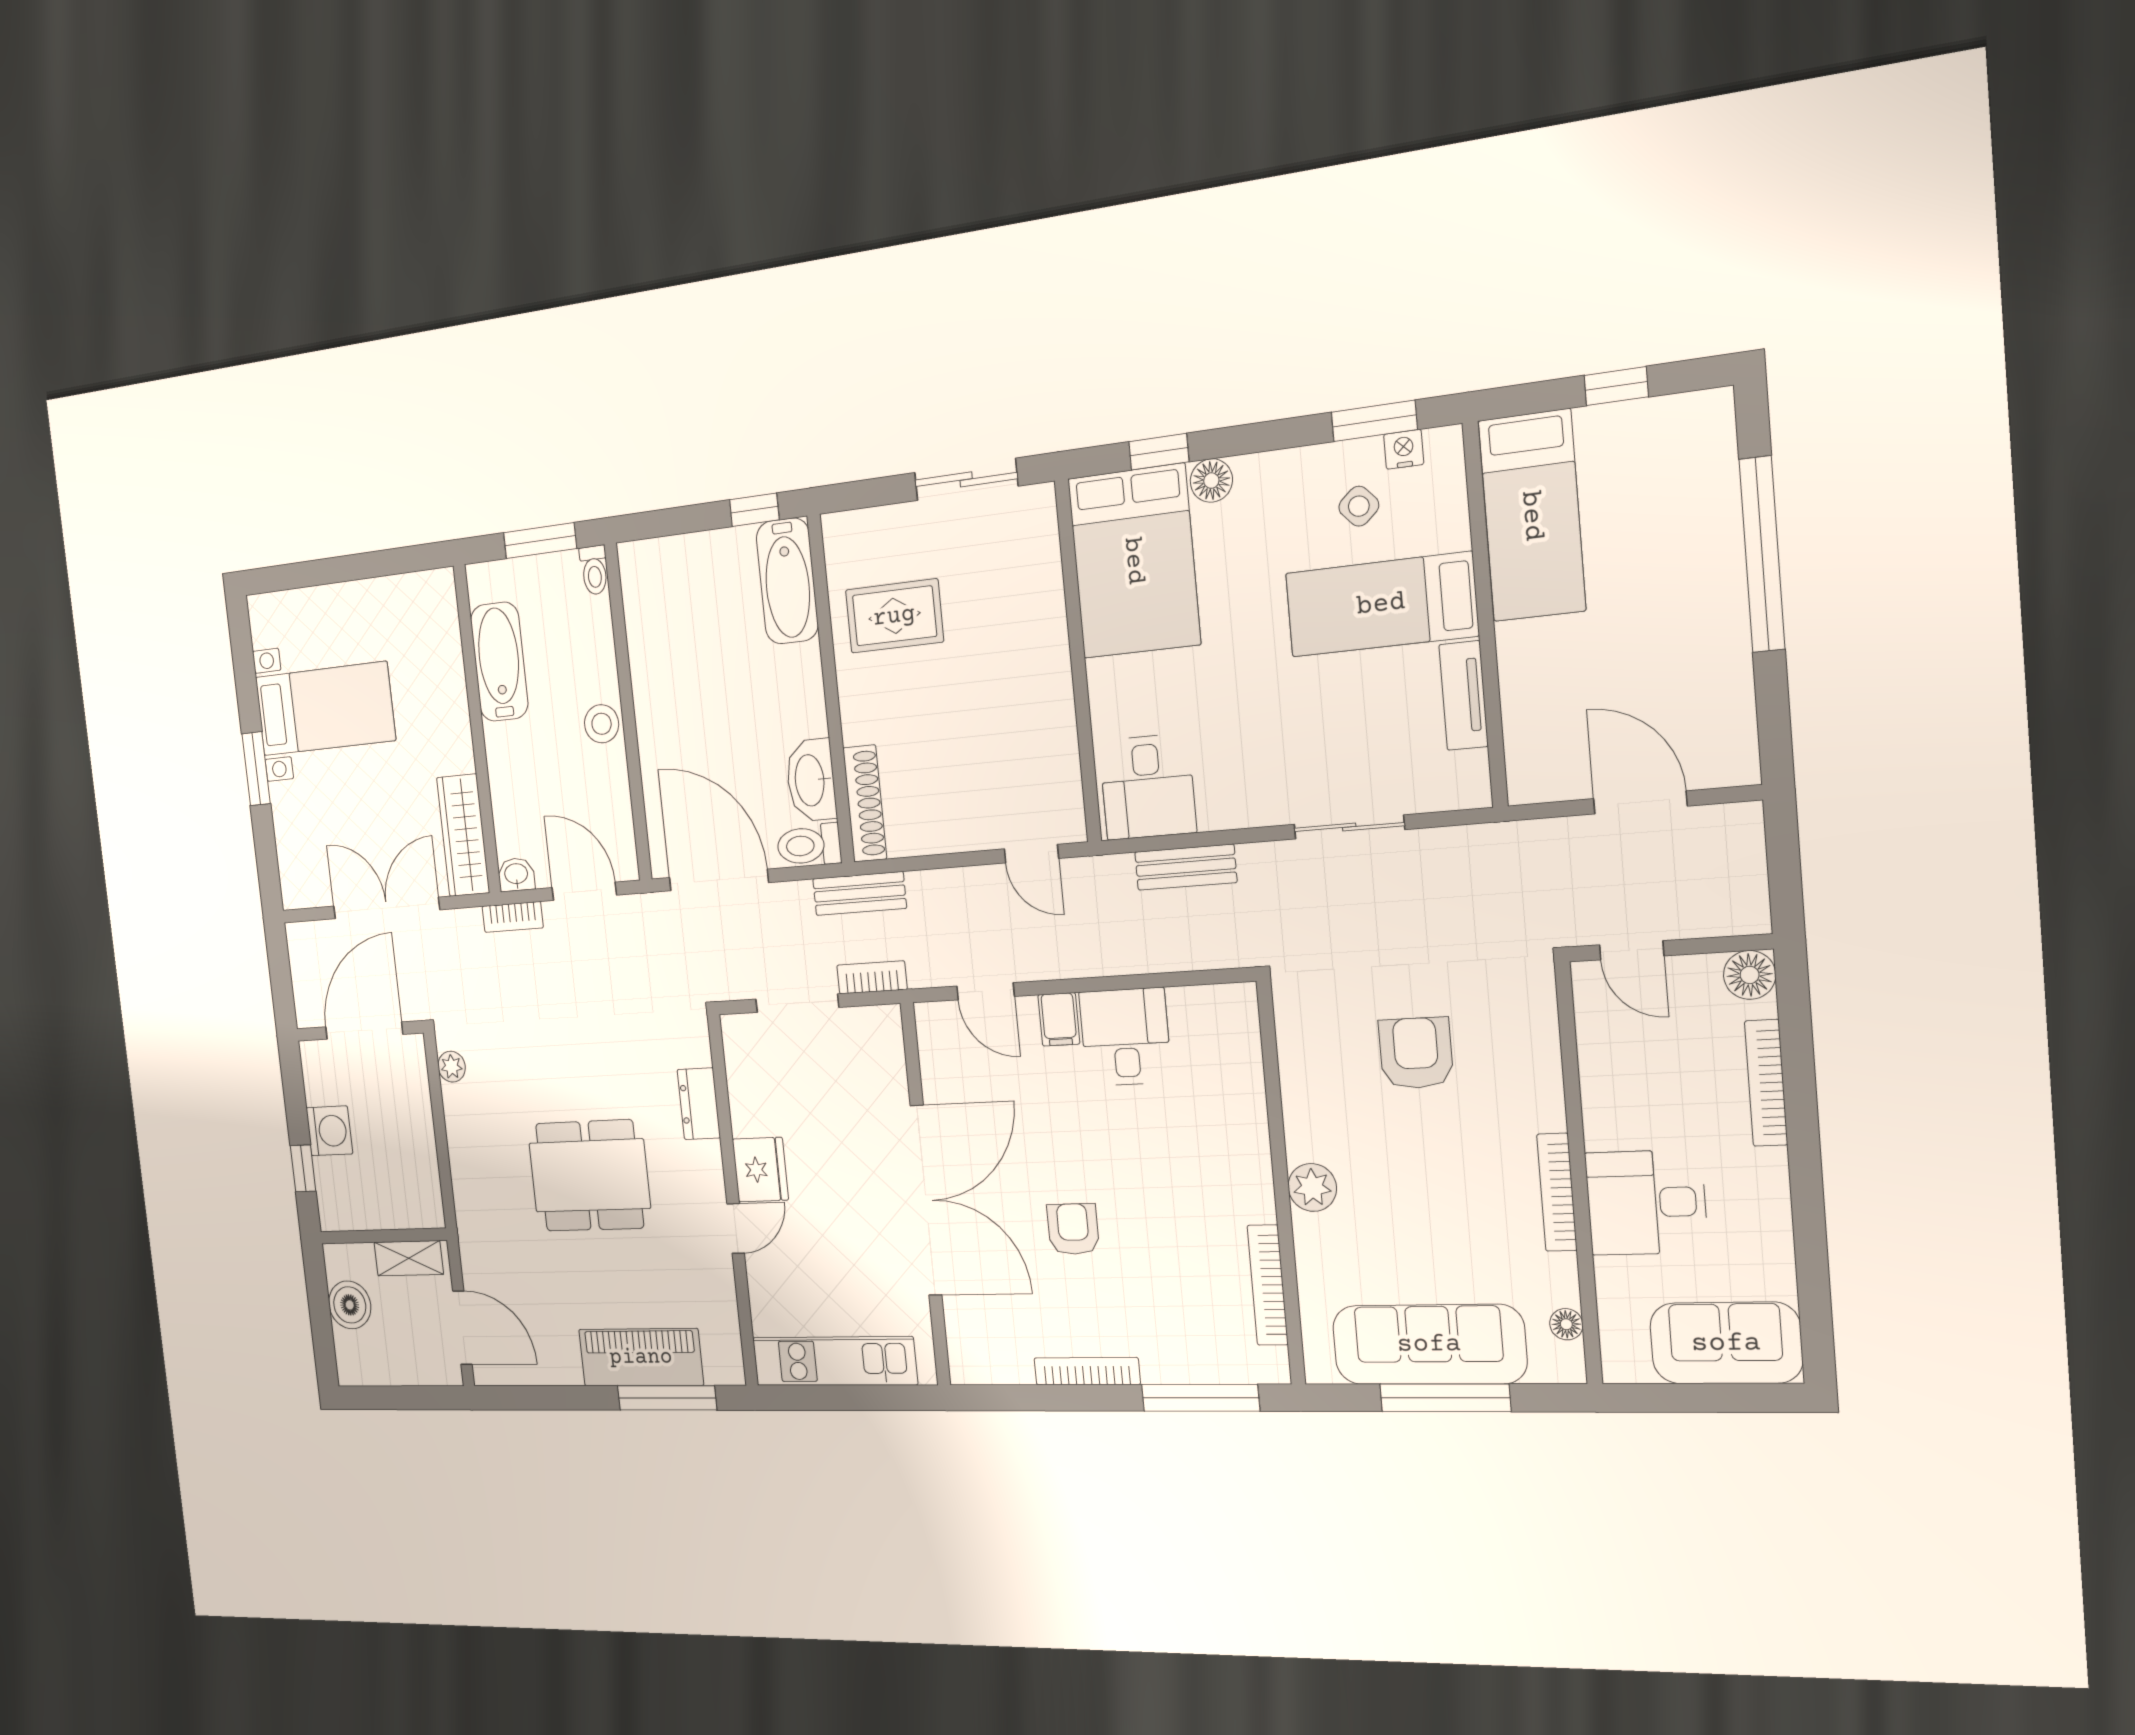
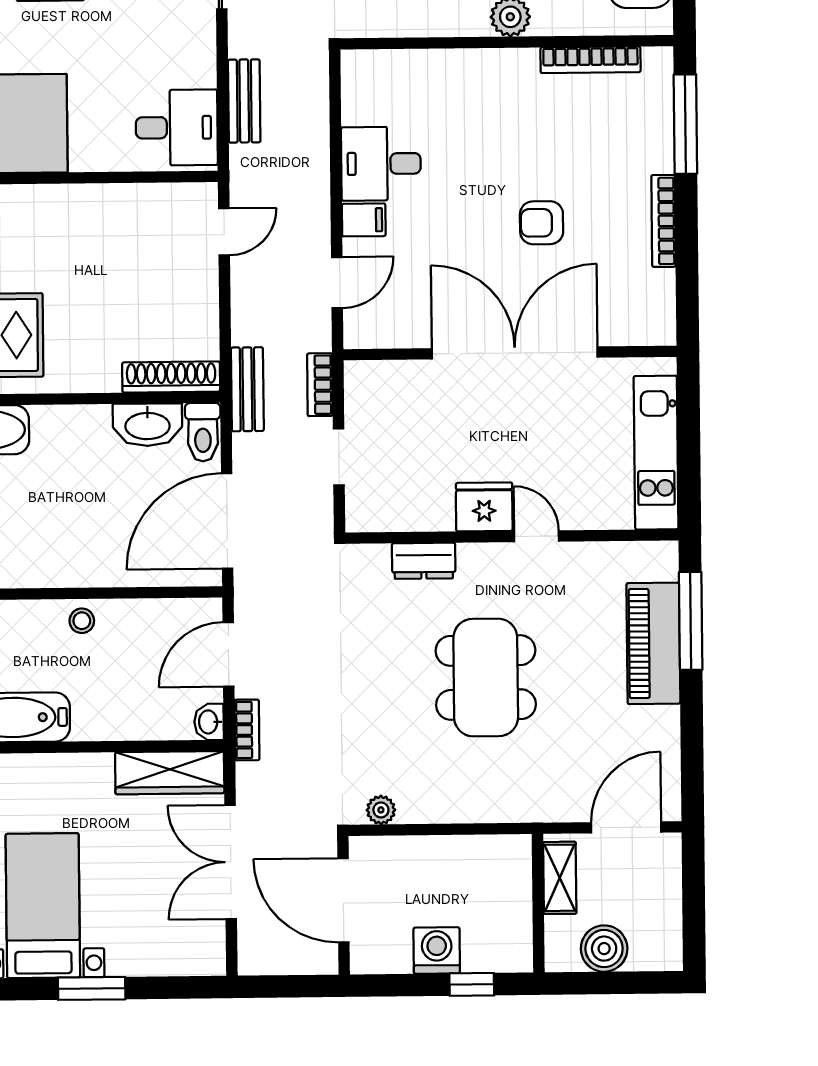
stool: (602, 724) -> (82, 621), width x0.73, depth x0.73
doorway: (797, 1003) -> (339, 457), width x0.73

